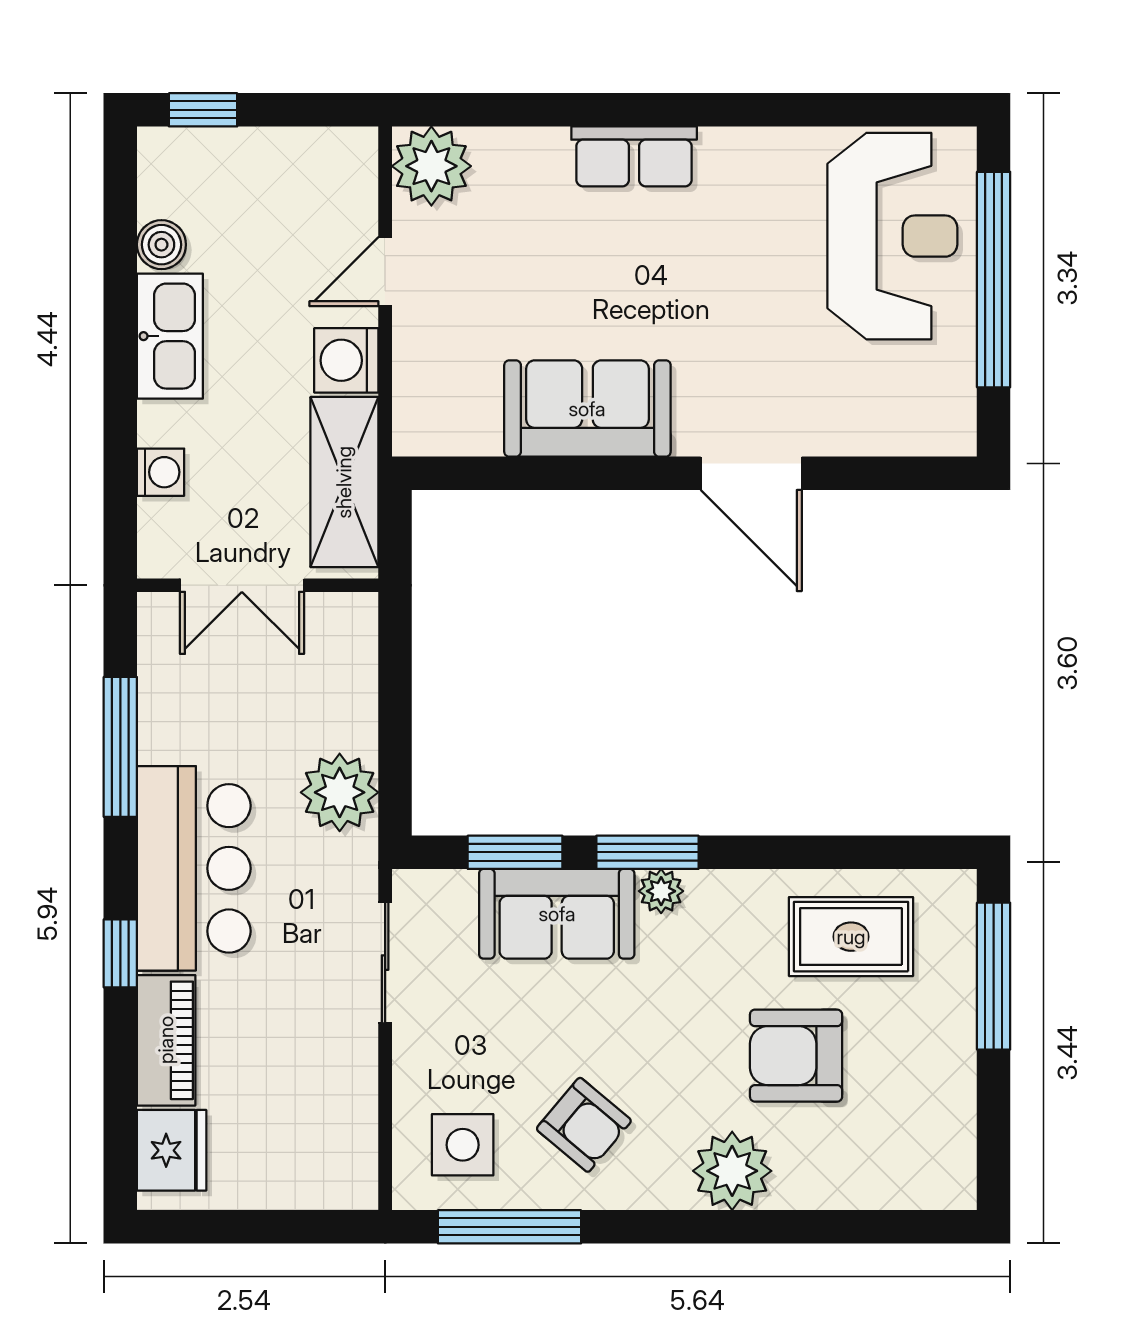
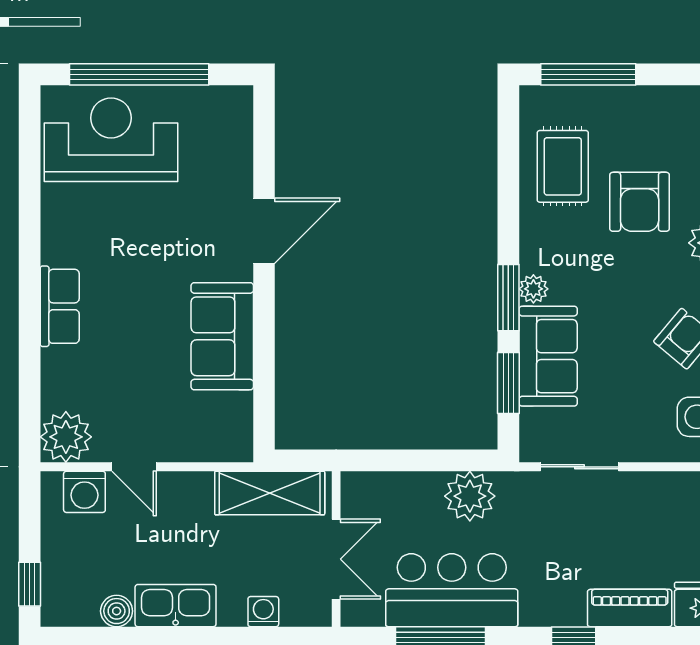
washing machine: (346, 360) -> (84, 492), moved
bar counter: (194, 868) -> (452, 590), moved

